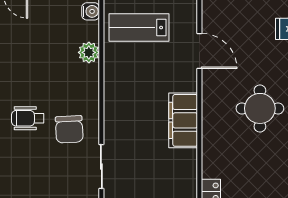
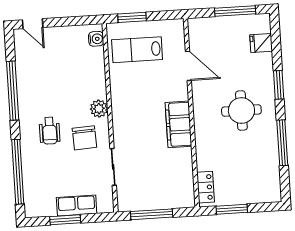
plant: (89, 52) -> (99, 109), moved
wheelchair: (28, 118) -> (50, 131), turned -90

